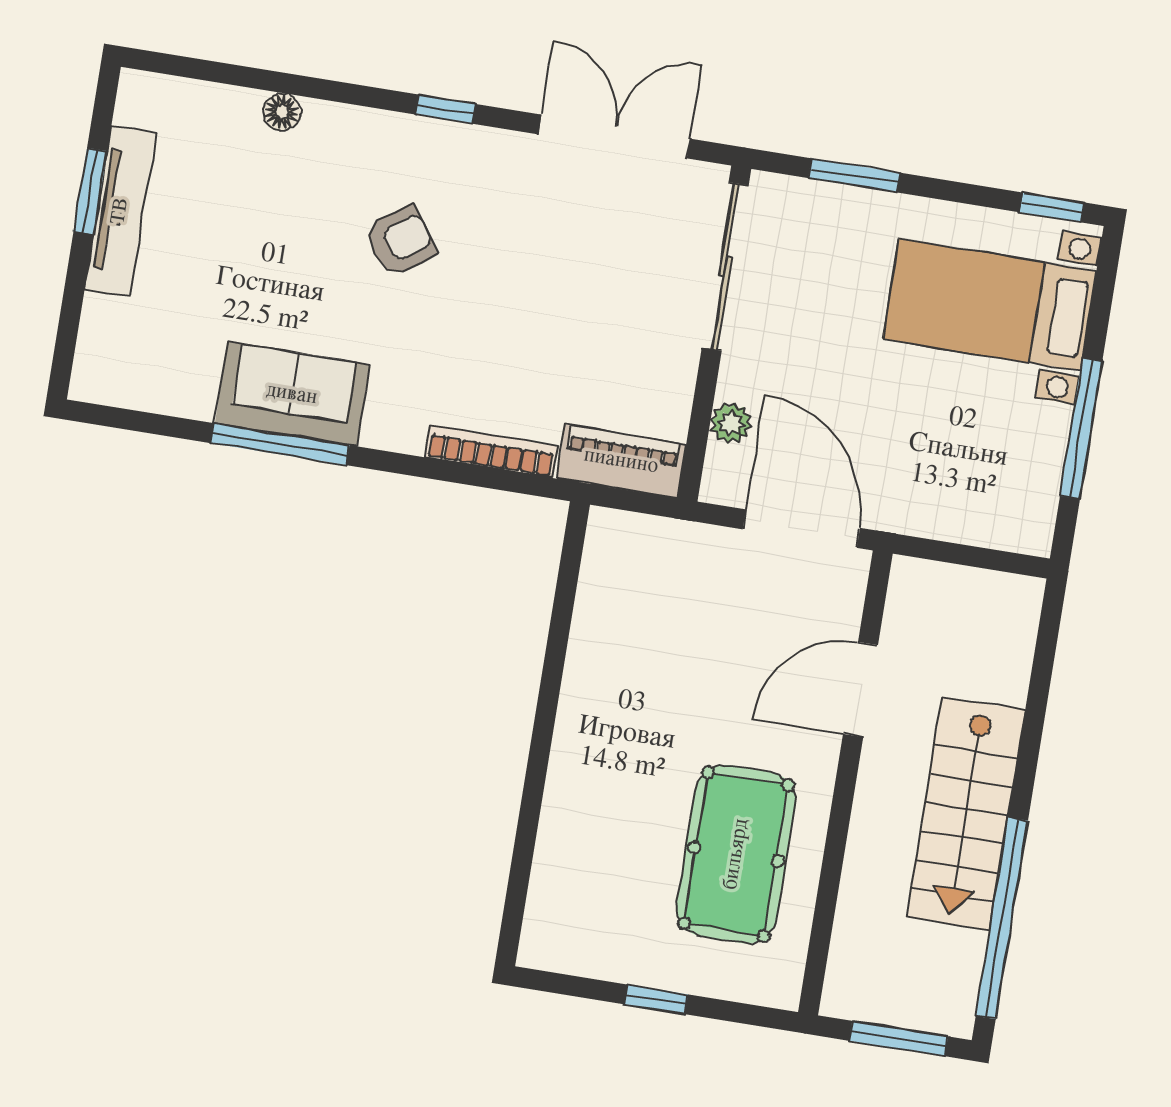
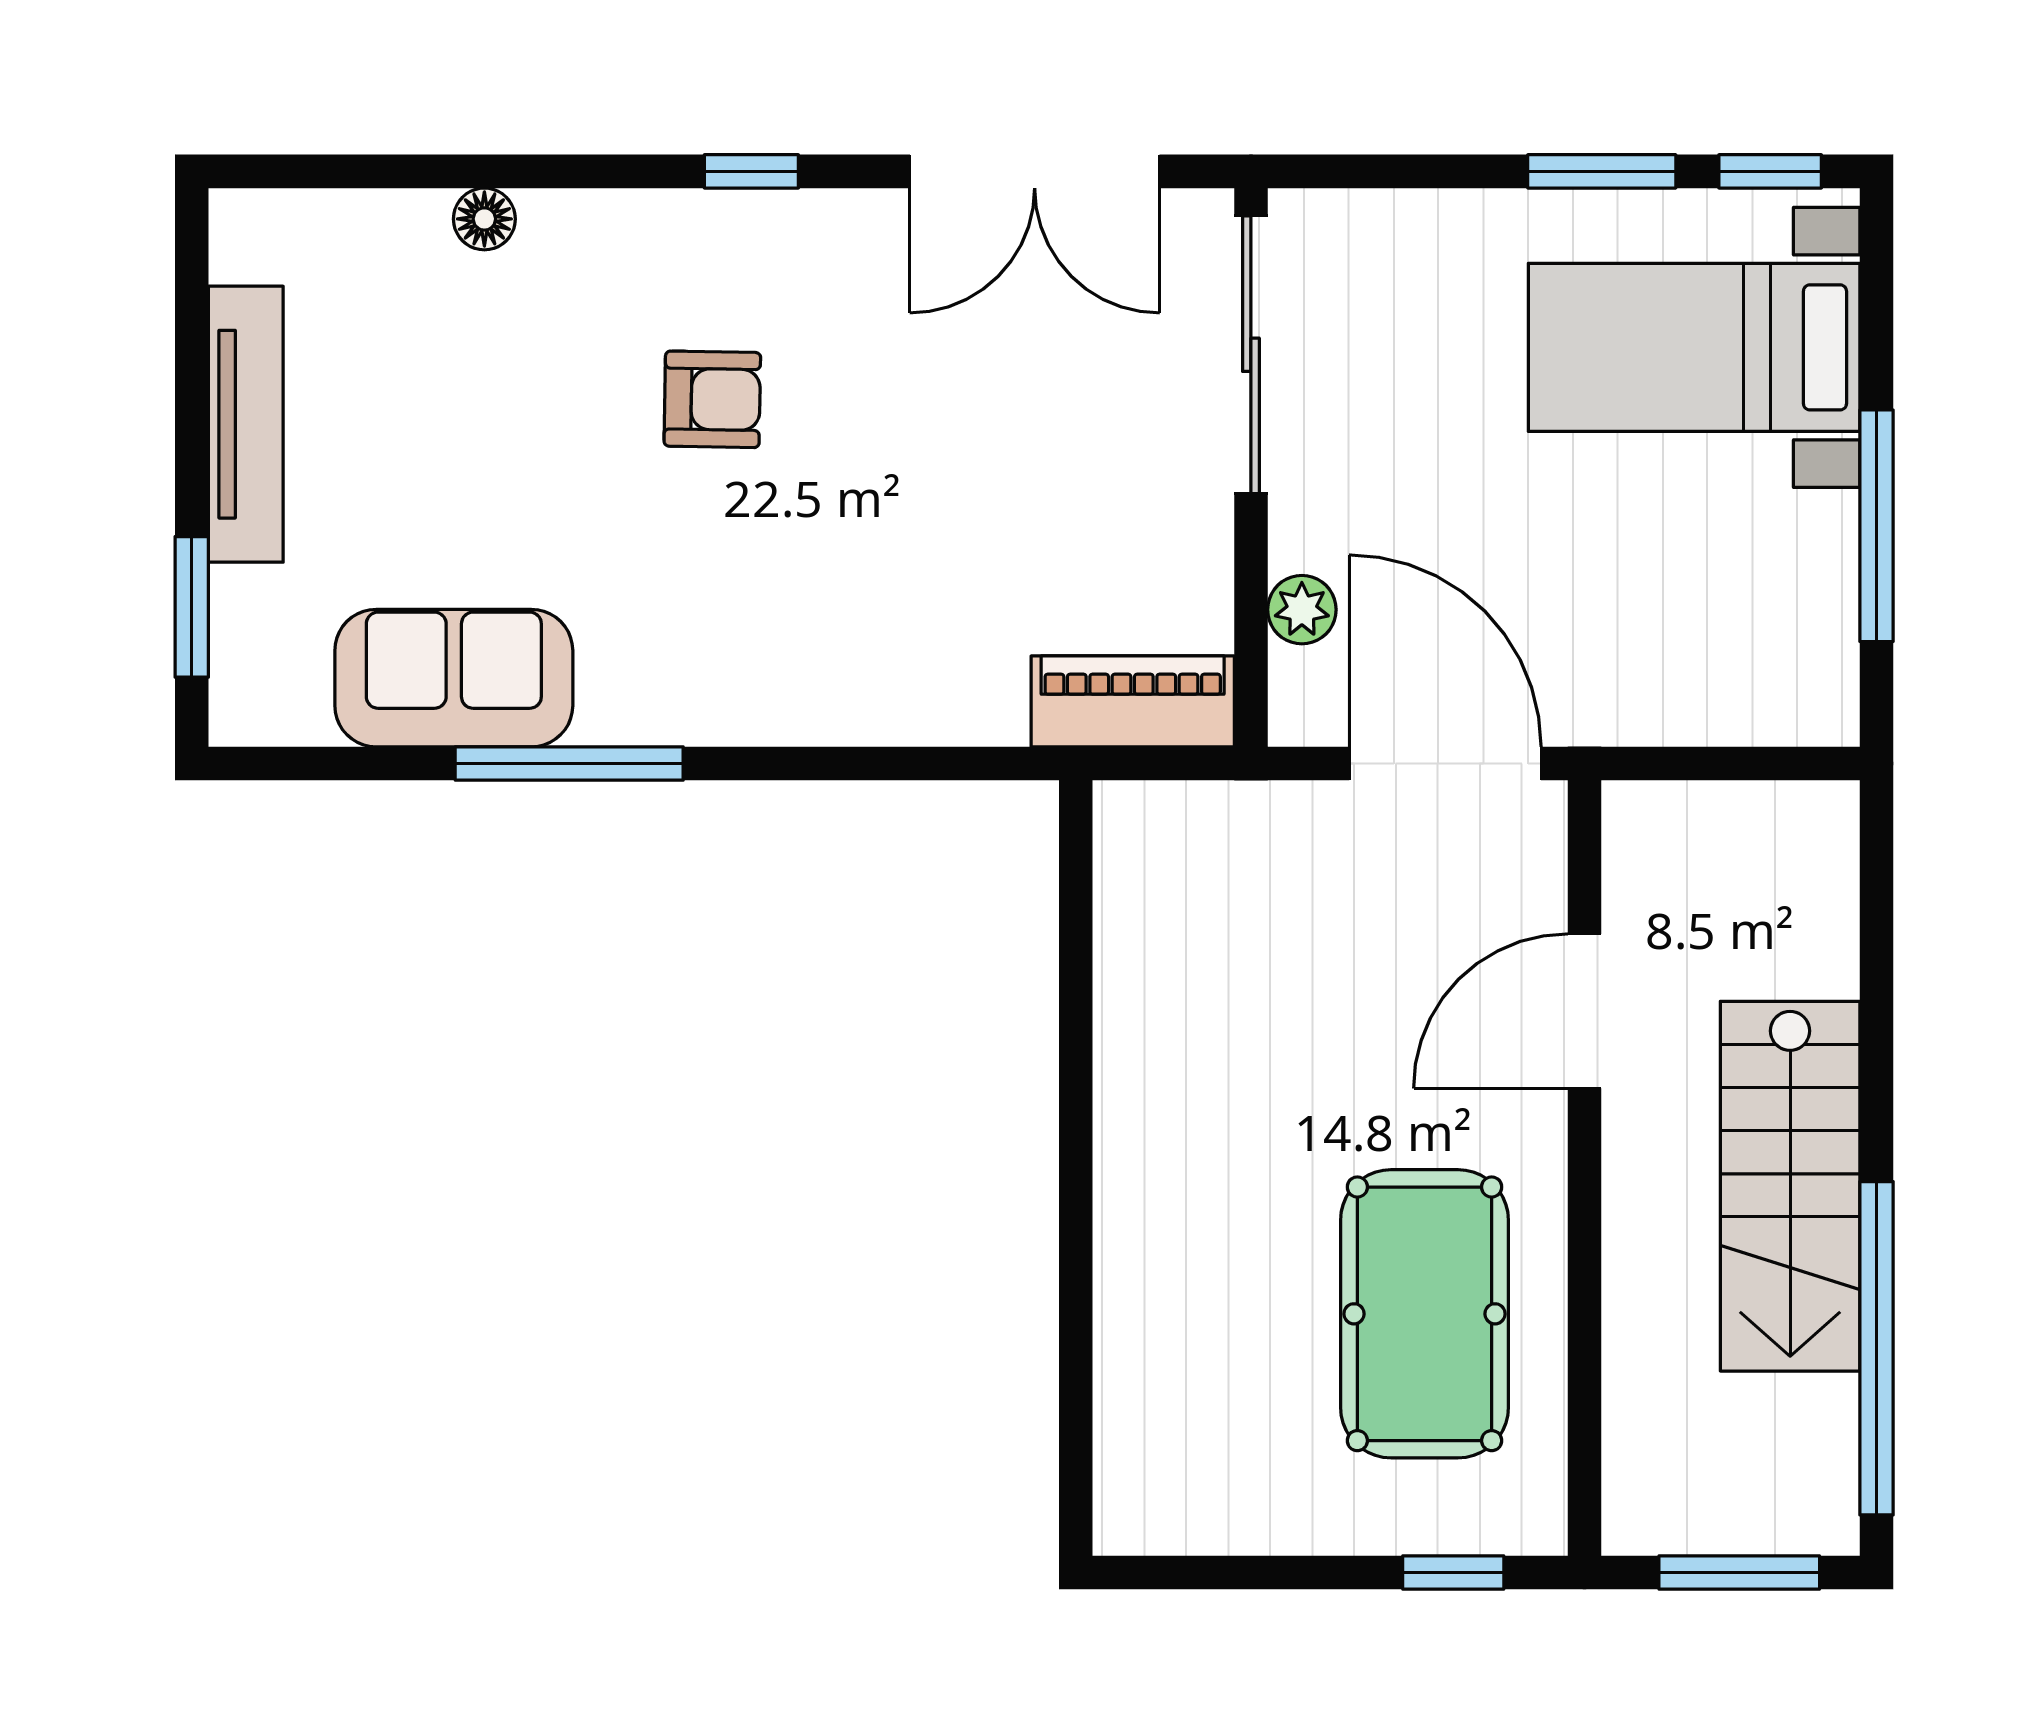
double door: (614, 137) -> (1035, 171), swing flipped
window: (854, 175) -> (1602, 171), moved
window: (90, 191) -> (192, 607), moved
armchair: (400, 241) -> (712, 399), turned 37
sofa: (292, 394) -> (454, 678), moved
bookcase: (491, 451) -> (917, 719), removed
window: (656, 999) -> (1453, 1573), moved

